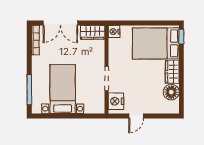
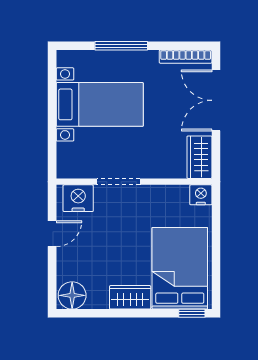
window: (29, 90) -> (121, 46), moved
floor lamp: (171, 92) -> (72, 295), moved
door: (136, 116) -> (52, 234), swing flipped

